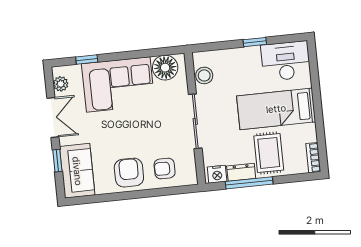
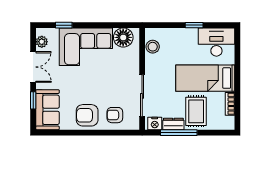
sliding door: (195, 121) -> (142, 96), moved
bookcase: (313, 158) -> (230, 104), moved
armchair: (129, 173) -> (87, 115), turned -90

